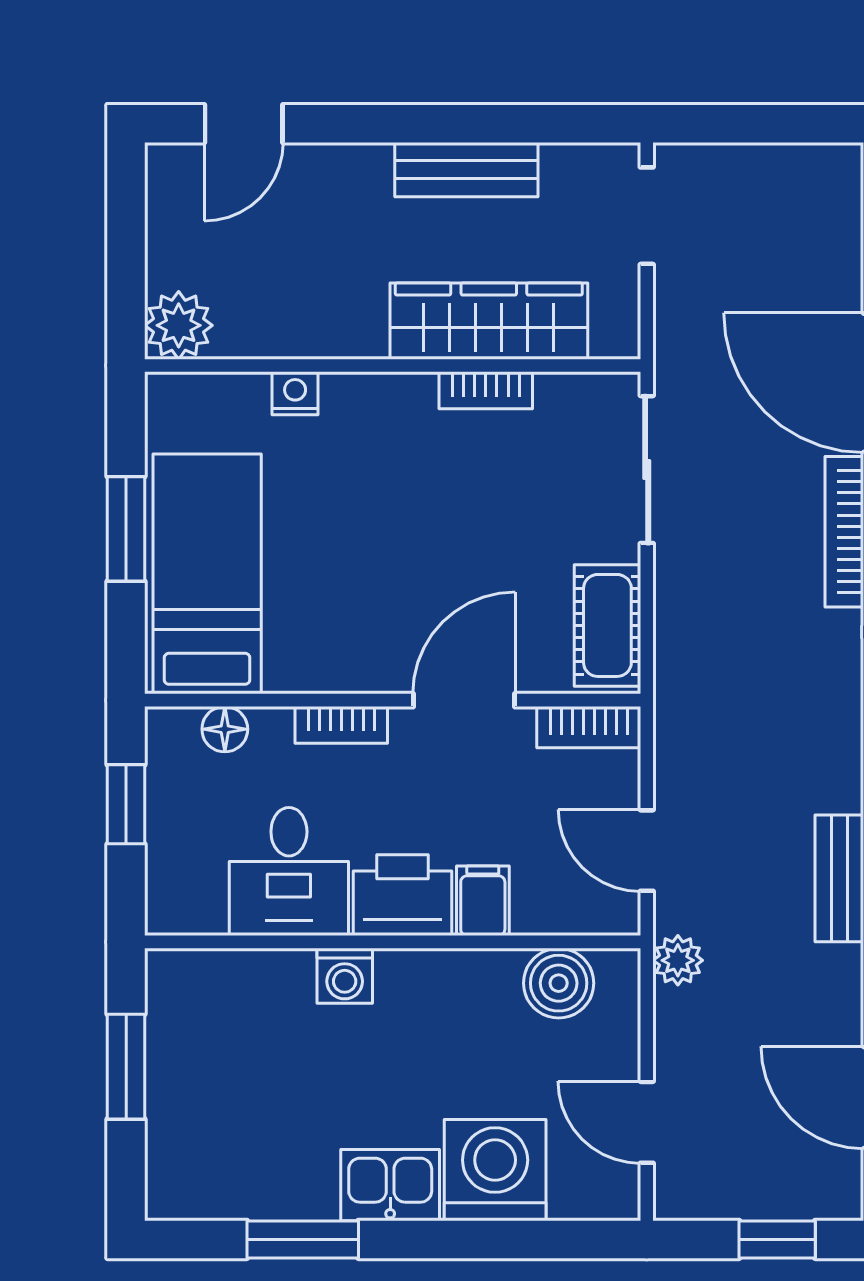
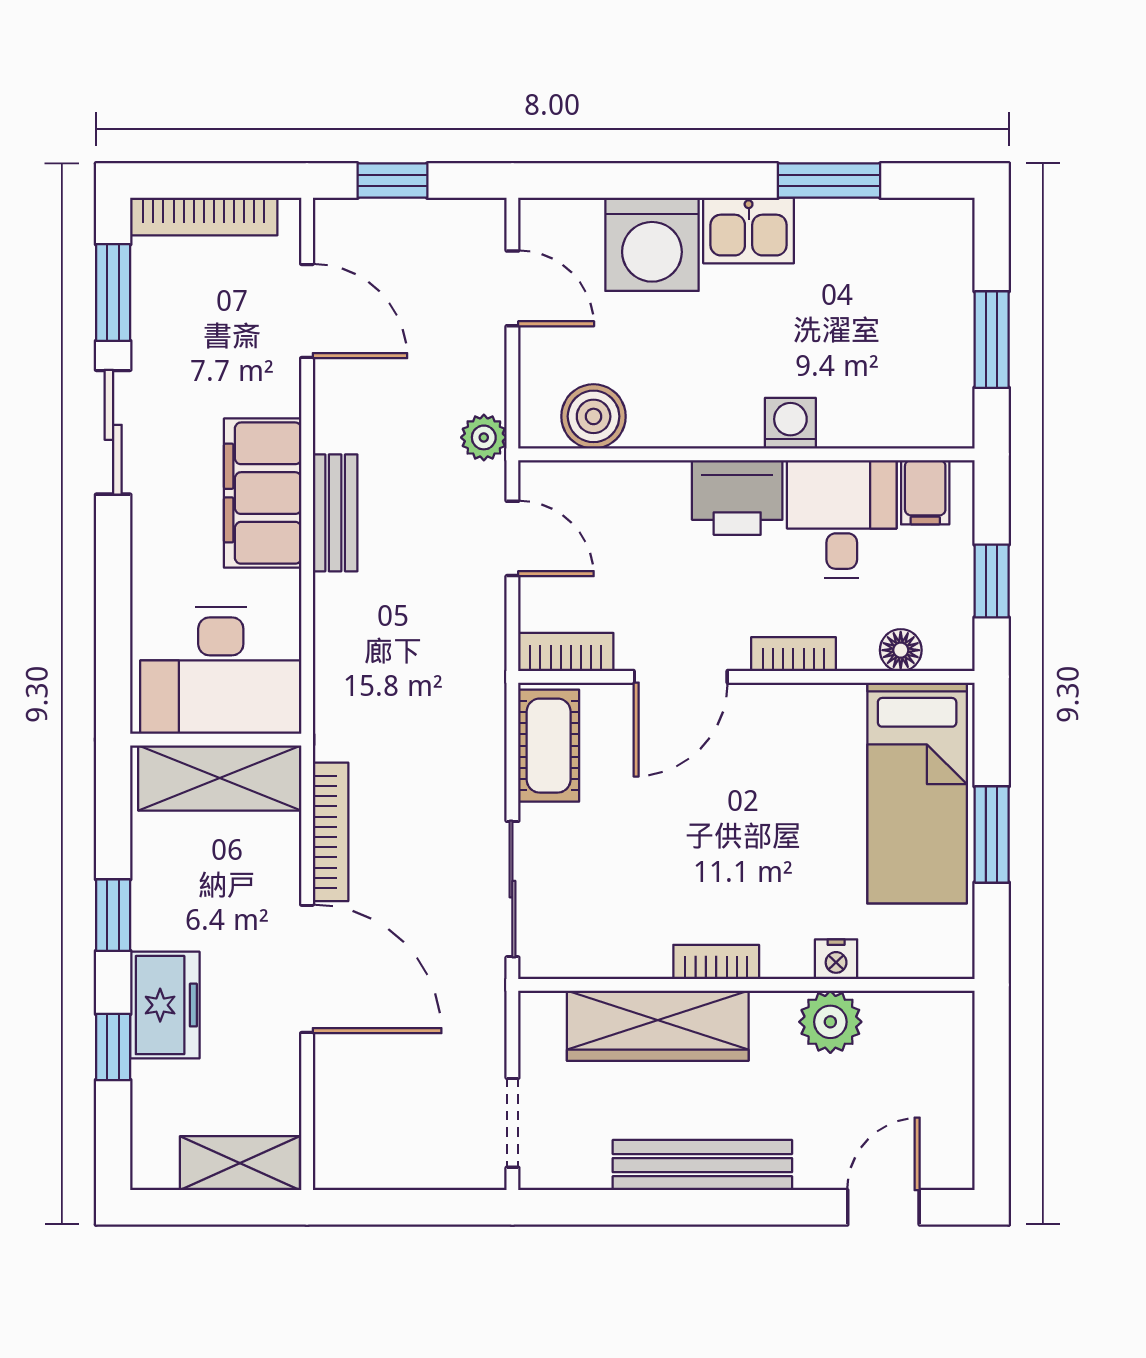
bench: (466, 170) -> (702, 1165), width x1.36
plant: (179, 325) -> (830, 1022), moved
bookcase: (486, 390) -> (716, 962), moved
filing cabinet: (483, 901) -> (925, 492), moved

